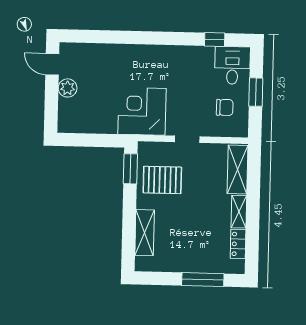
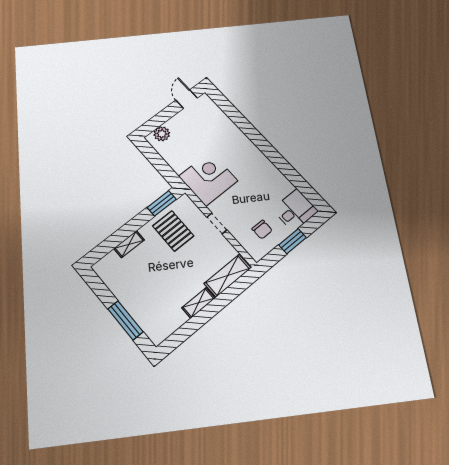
window: (215, 39) -> (301, 184), removed
plant: (68, 88) -> (162, 134), moved
shelving: (145, 233) -> (129, 244), width x0.67, depth x0.75
locker: (238, 244) -> (174, 323), removed

